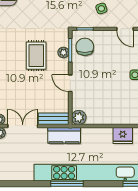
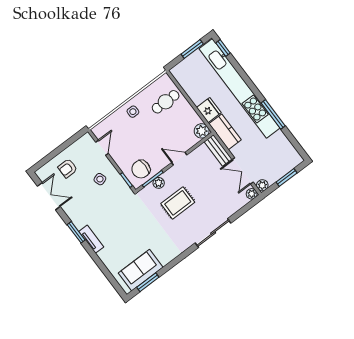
door: (70, 83) -> (179, 159), swing flipped
cafe table: (123, 106) -> (166, 102), added
fridge: (123, 136) -> (209, 110), moved
window: (67, 184) -> (273, 114), moved

